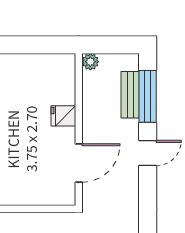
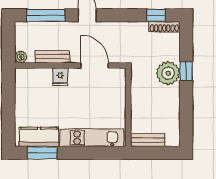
bench: (130, 95) -> (53, 57), moved

